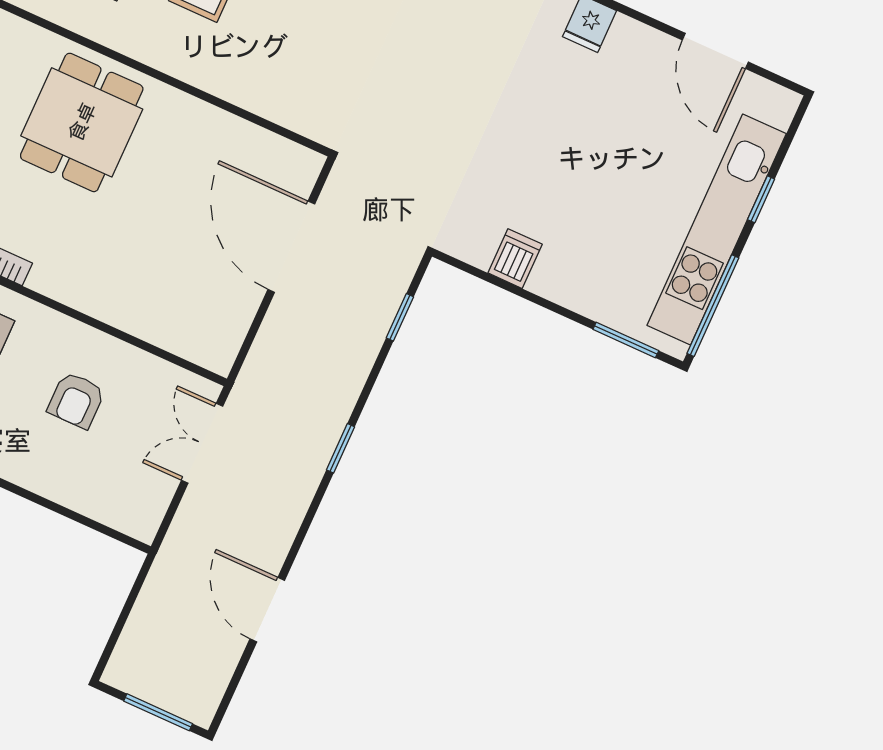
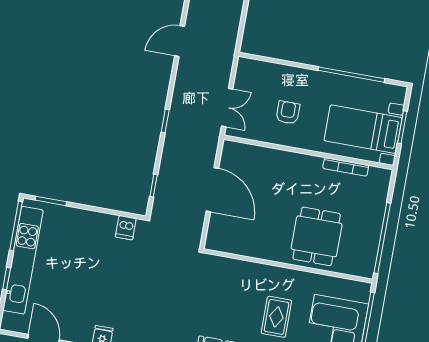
door: (291, 247) -> (212, 190), moved
dishwasher: (515, 259) -> (126, 228), moved
door: (267, 610) -> (180, 41), swing flipped

